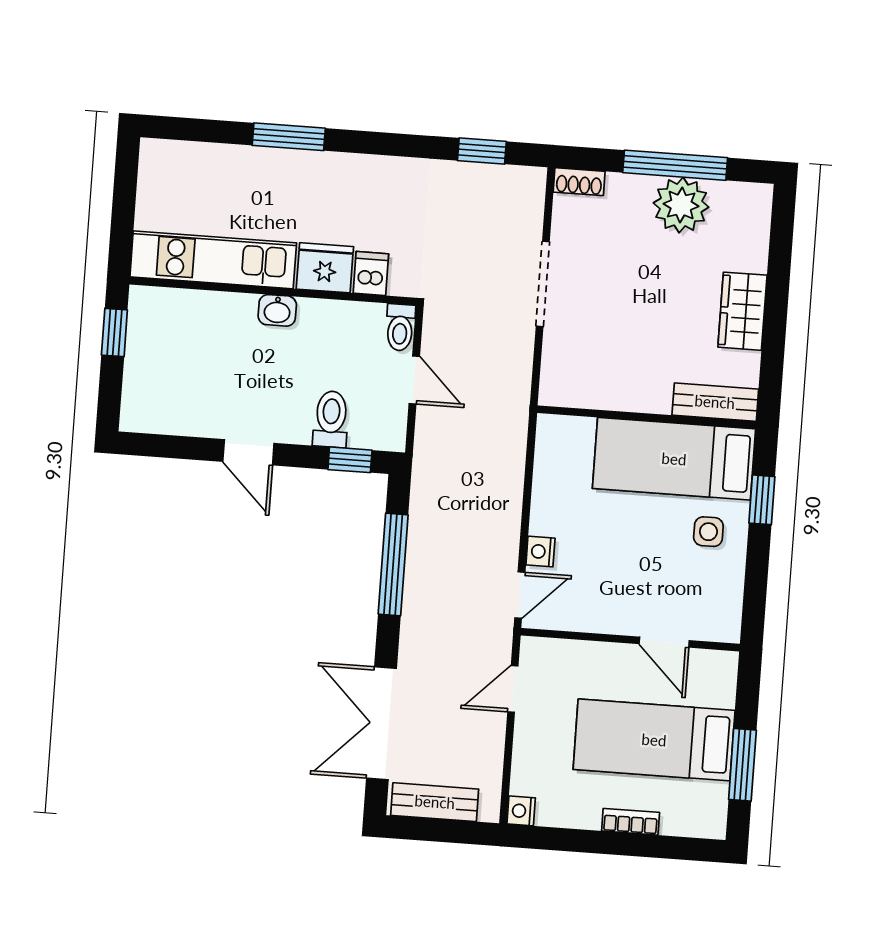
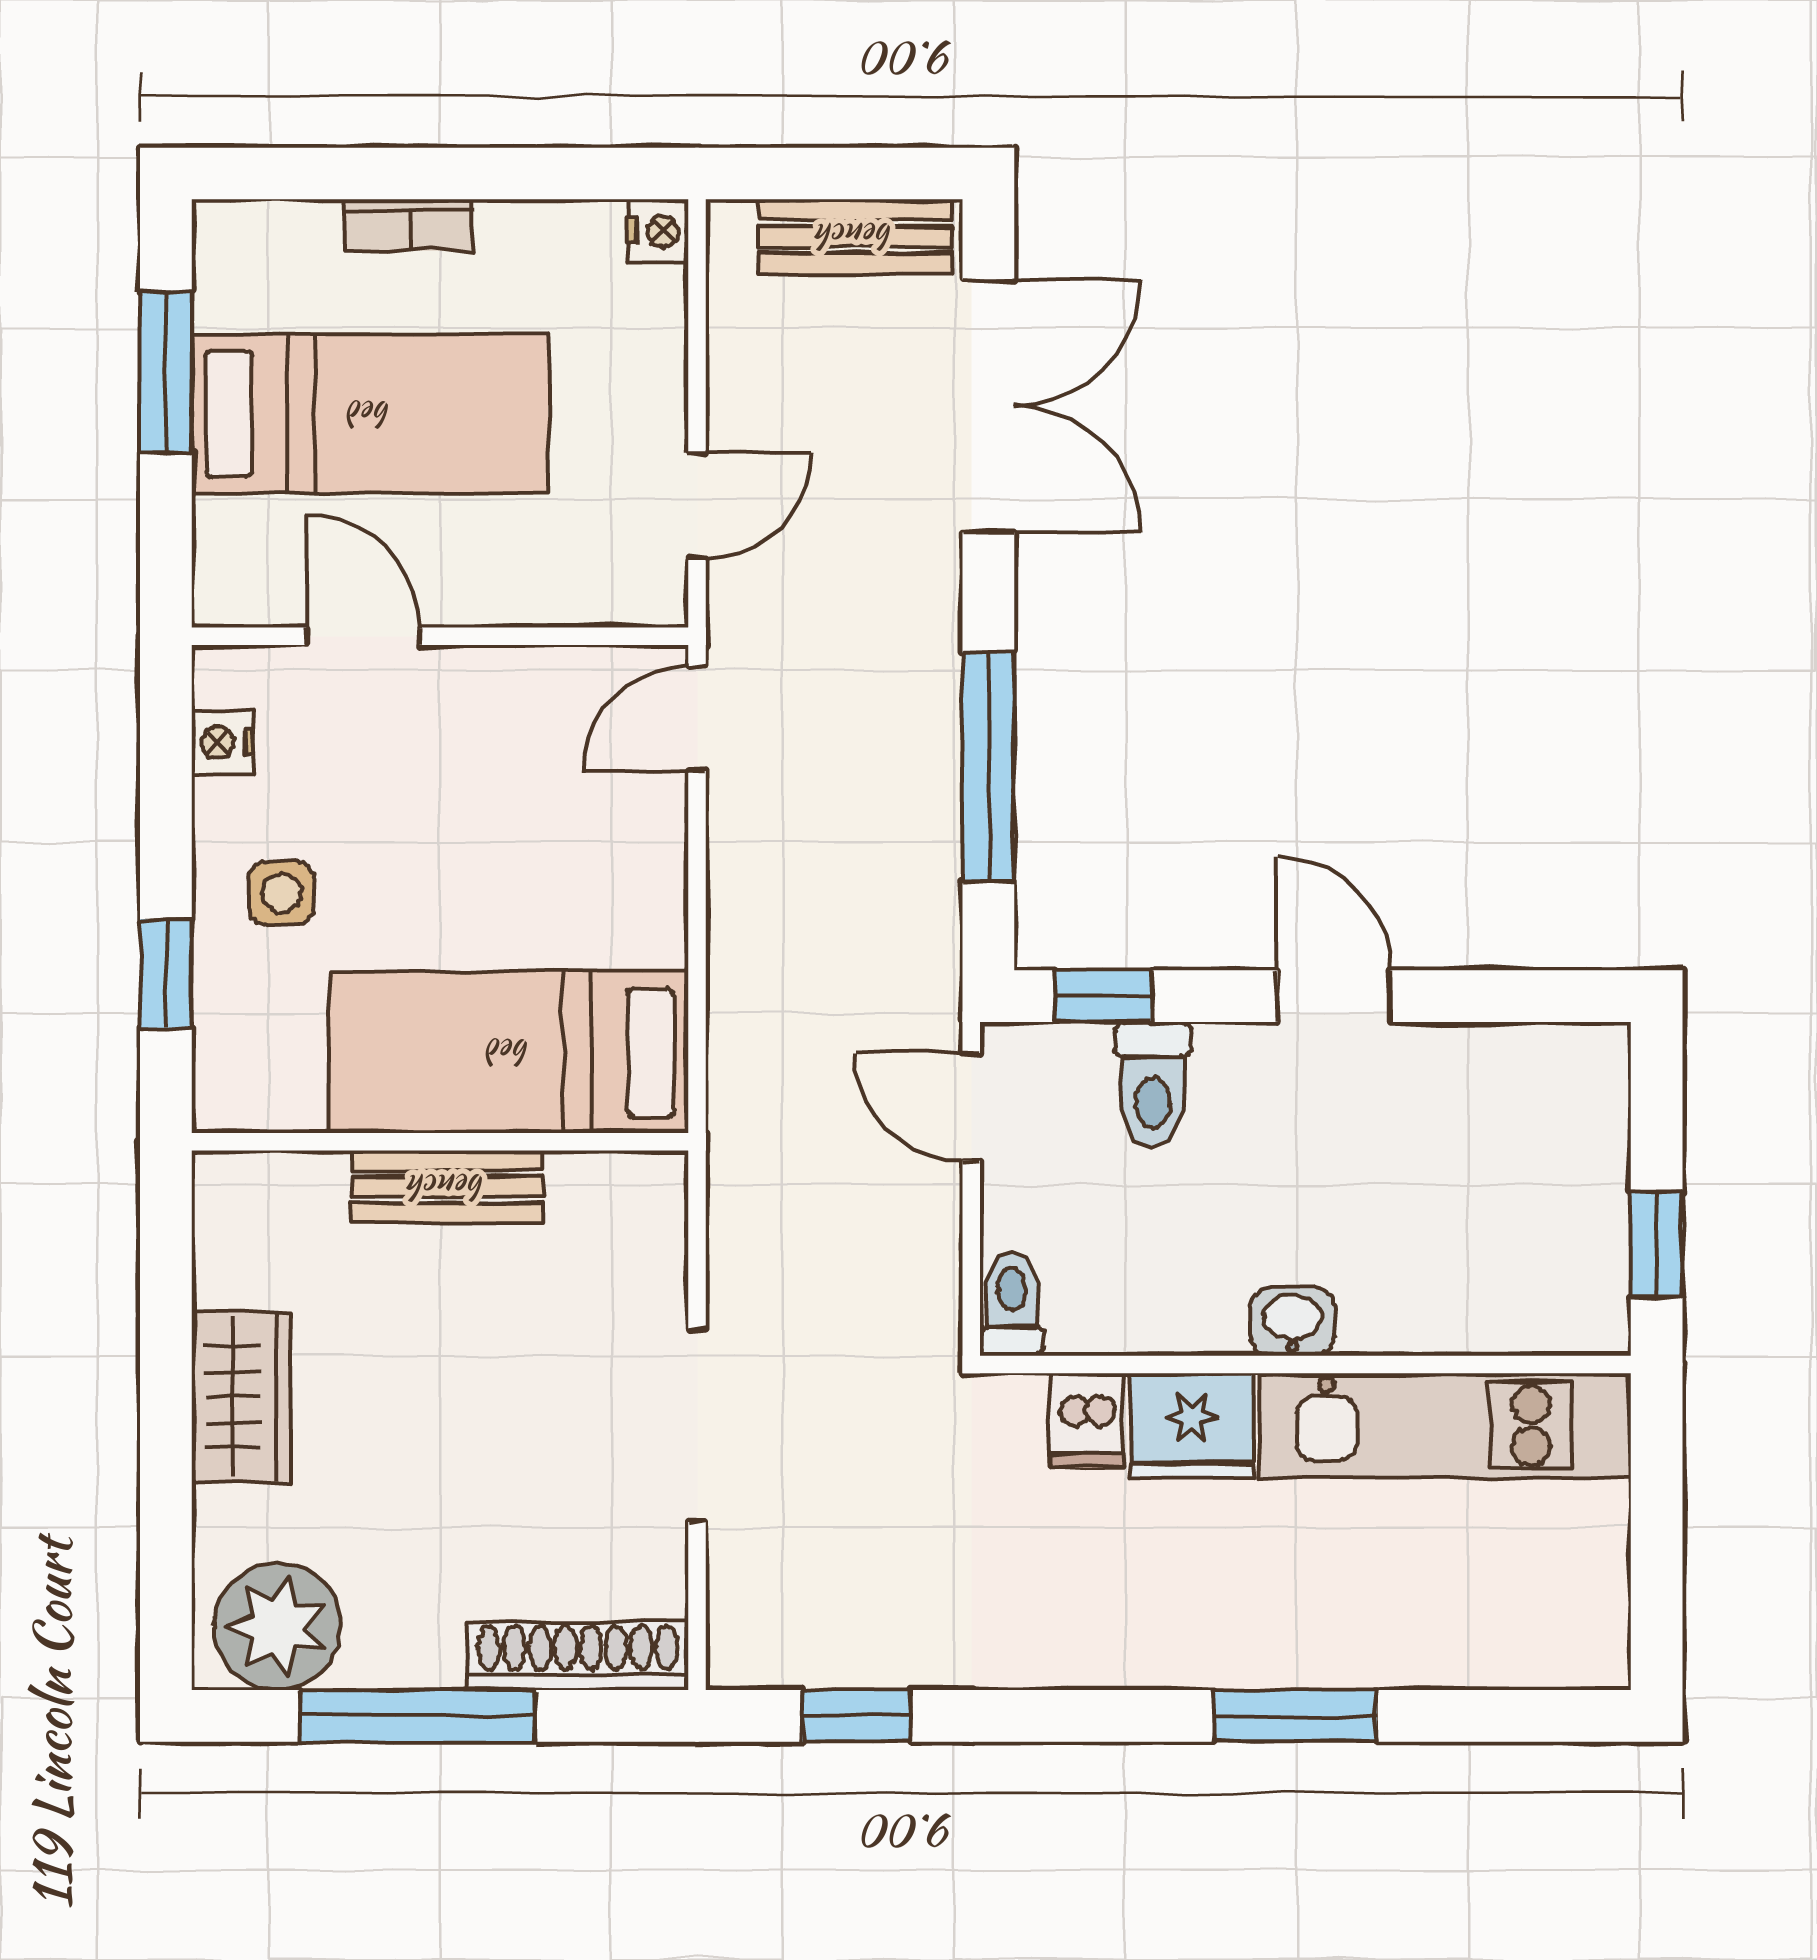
shoe rack: (579, 182) -> (578, 1656), width x1.94, depth x1.24
plant: (681, 205) -> (278, 1627), moved
door: (414, 380) -> (971, 1107), moved
bench: (715, 402) -> (447, 1187), moved
bed: (674, 459) -> (509, 1052), moved, turned 180
nightstand: (540, 552) -> (222, 742), moved, turned 180

